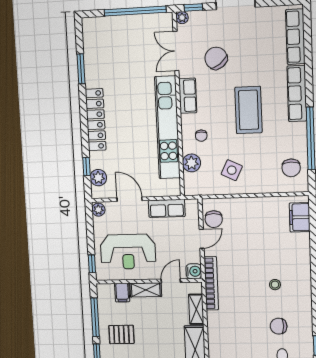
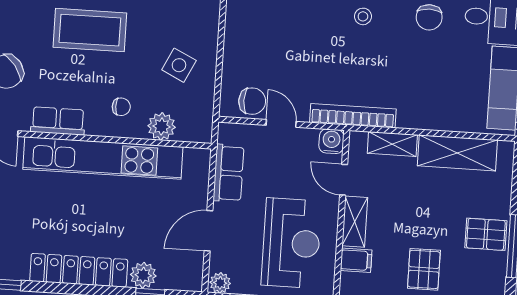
plant: (98, 178) -> (143, 275), moved

